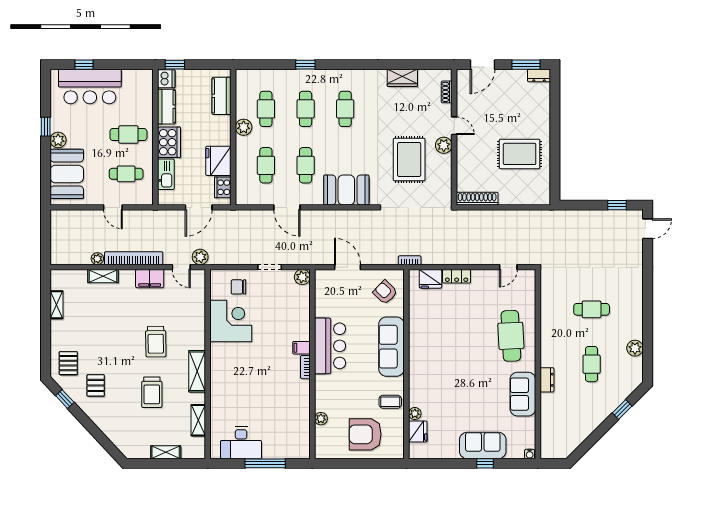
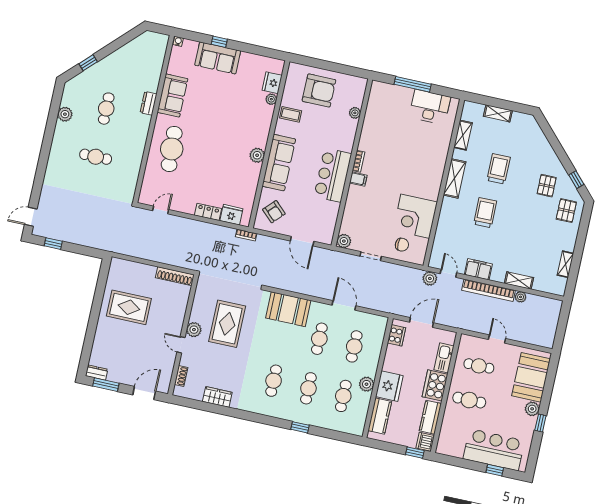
fridge: (218, 161) -> (389, 386), moved
plant: (417, 349) -> (257, 155), added

